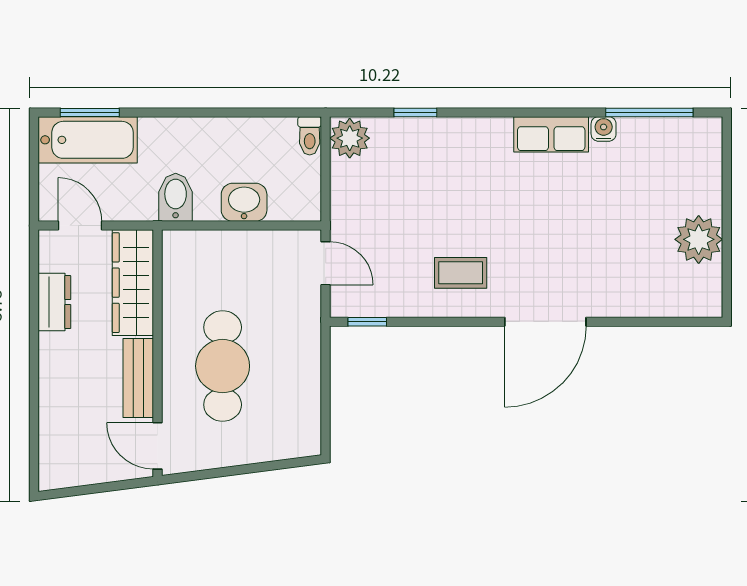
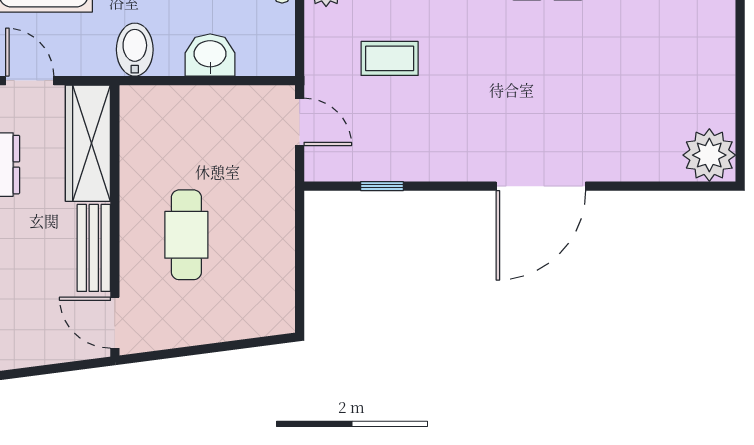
plant: (699, 239) -> (709, 155), moved
coffee table: (461, 273) -> (390, 58), moved
window: (367, 322) -> (382, 186), moved
cafe table: (223, 366) -> (186, 235), width x0.73, depth x0.74

